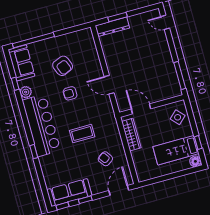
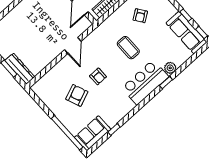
plant: (26, 92) -> (170, 68), moved
bar counter: (41, 125) -> (145, 82), width x0.73

